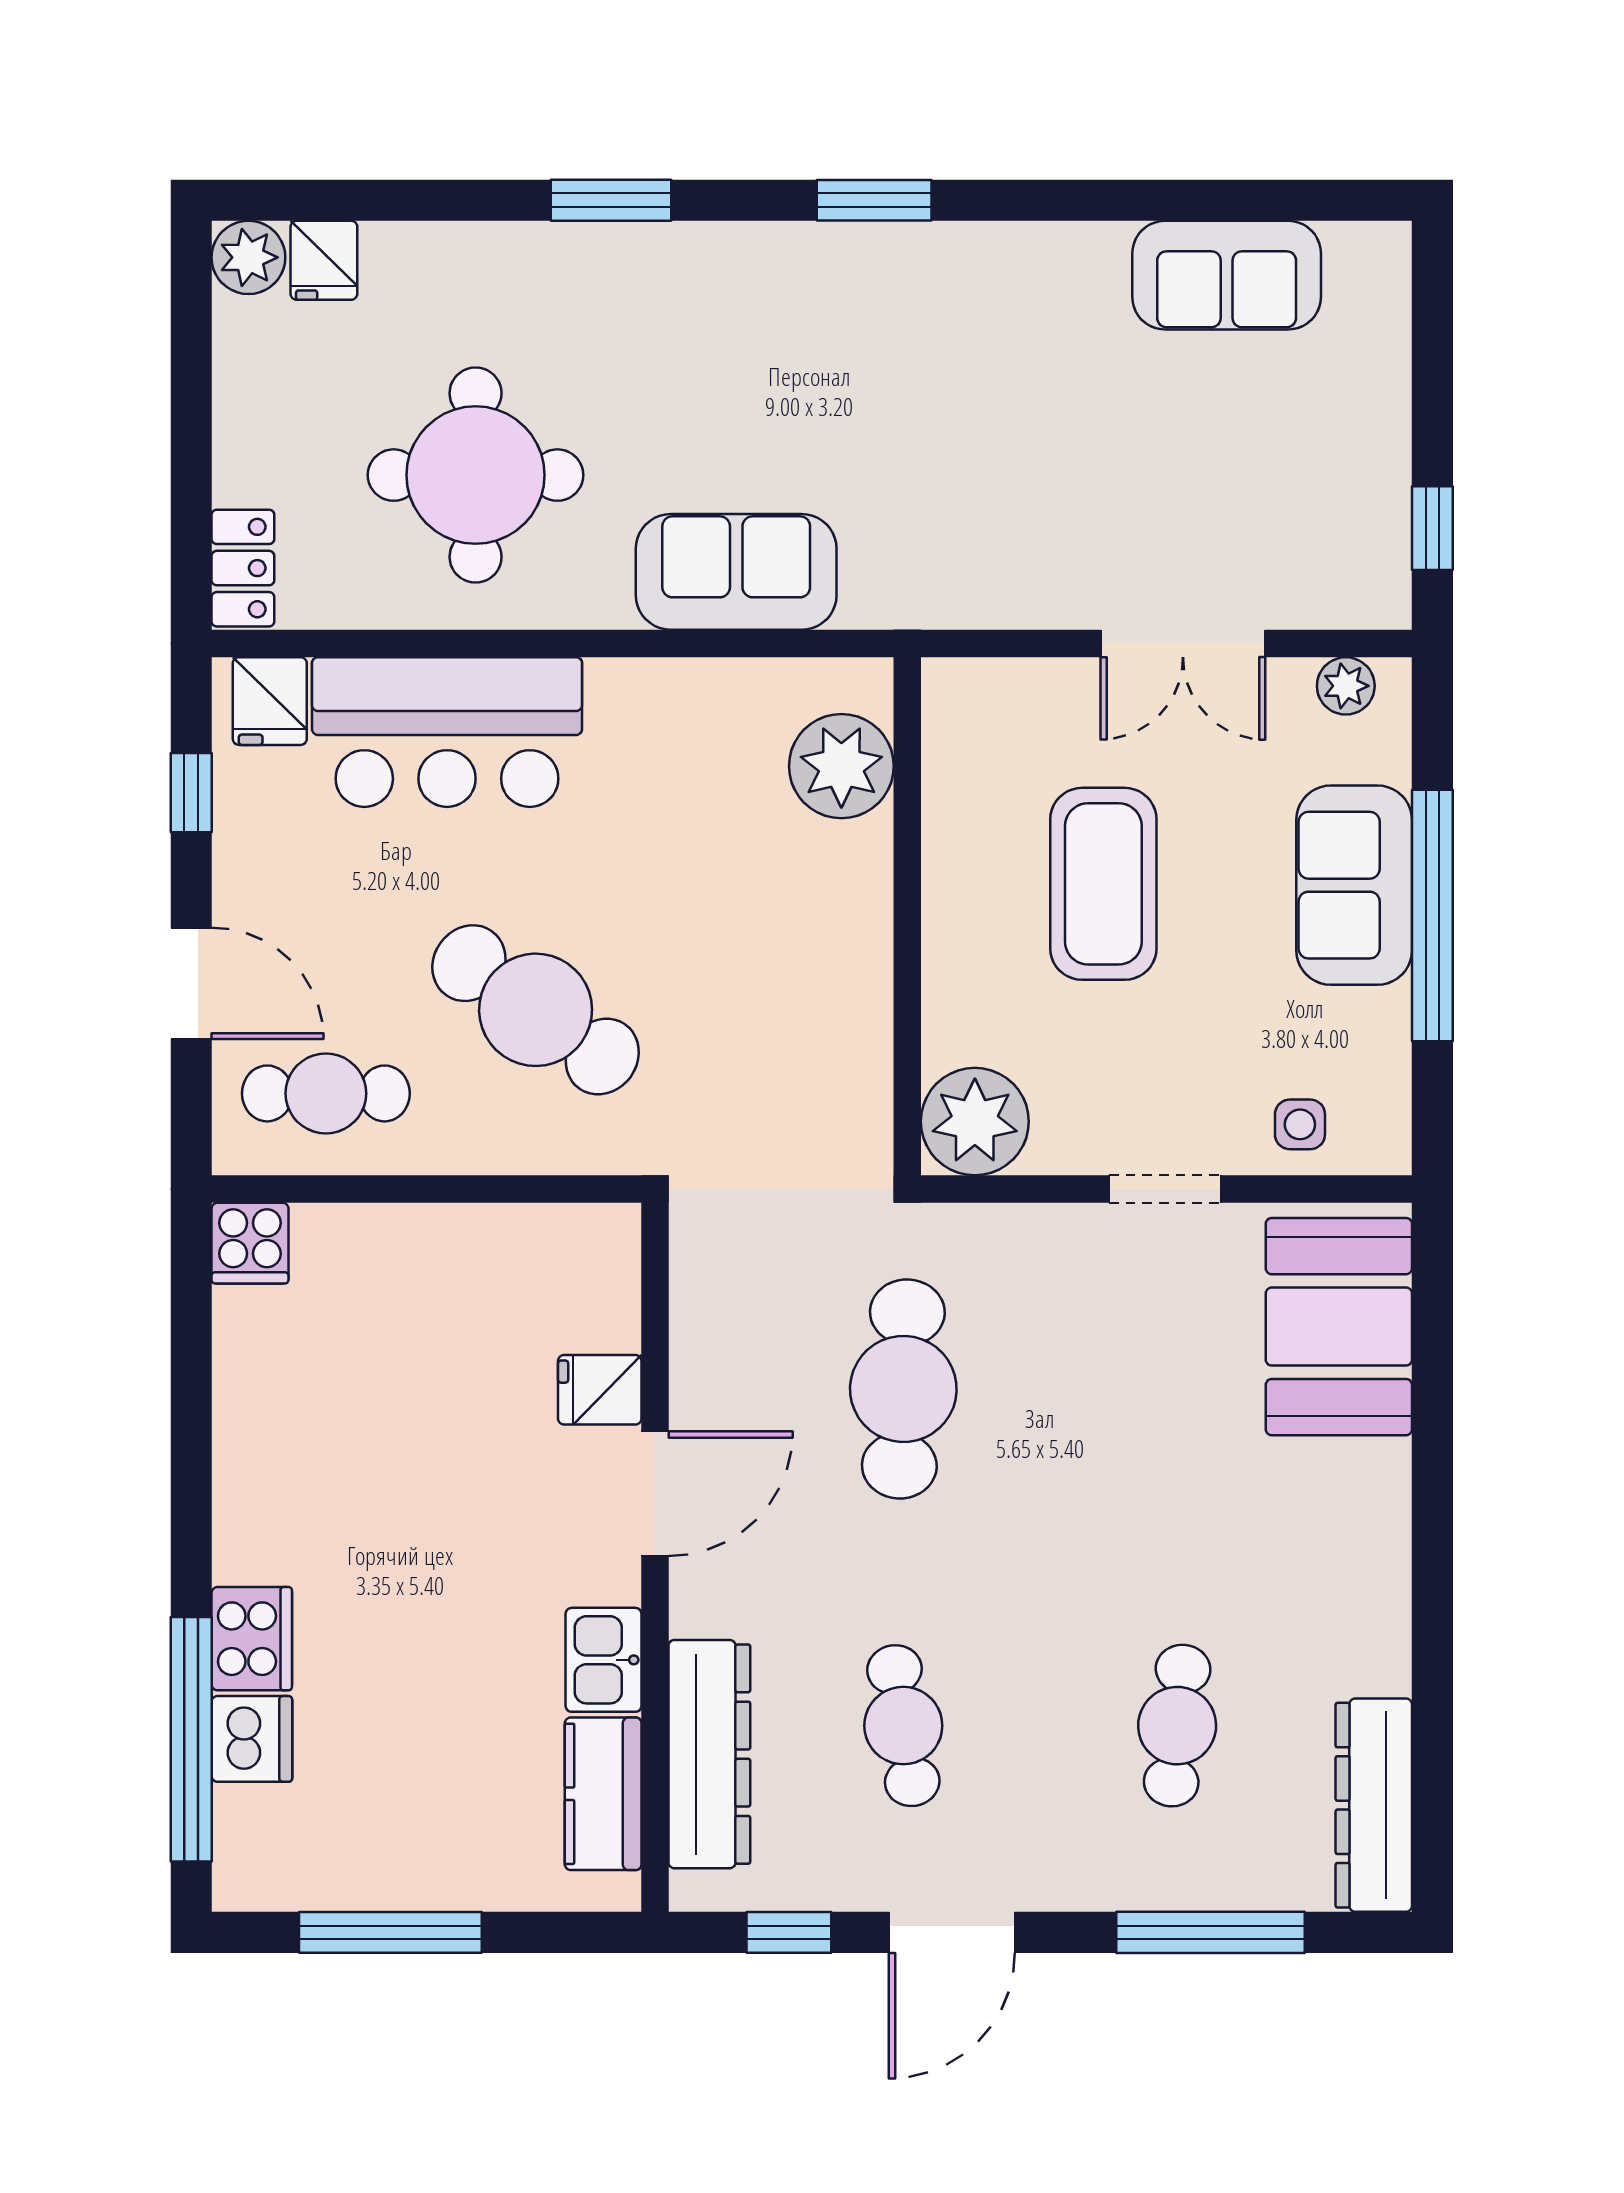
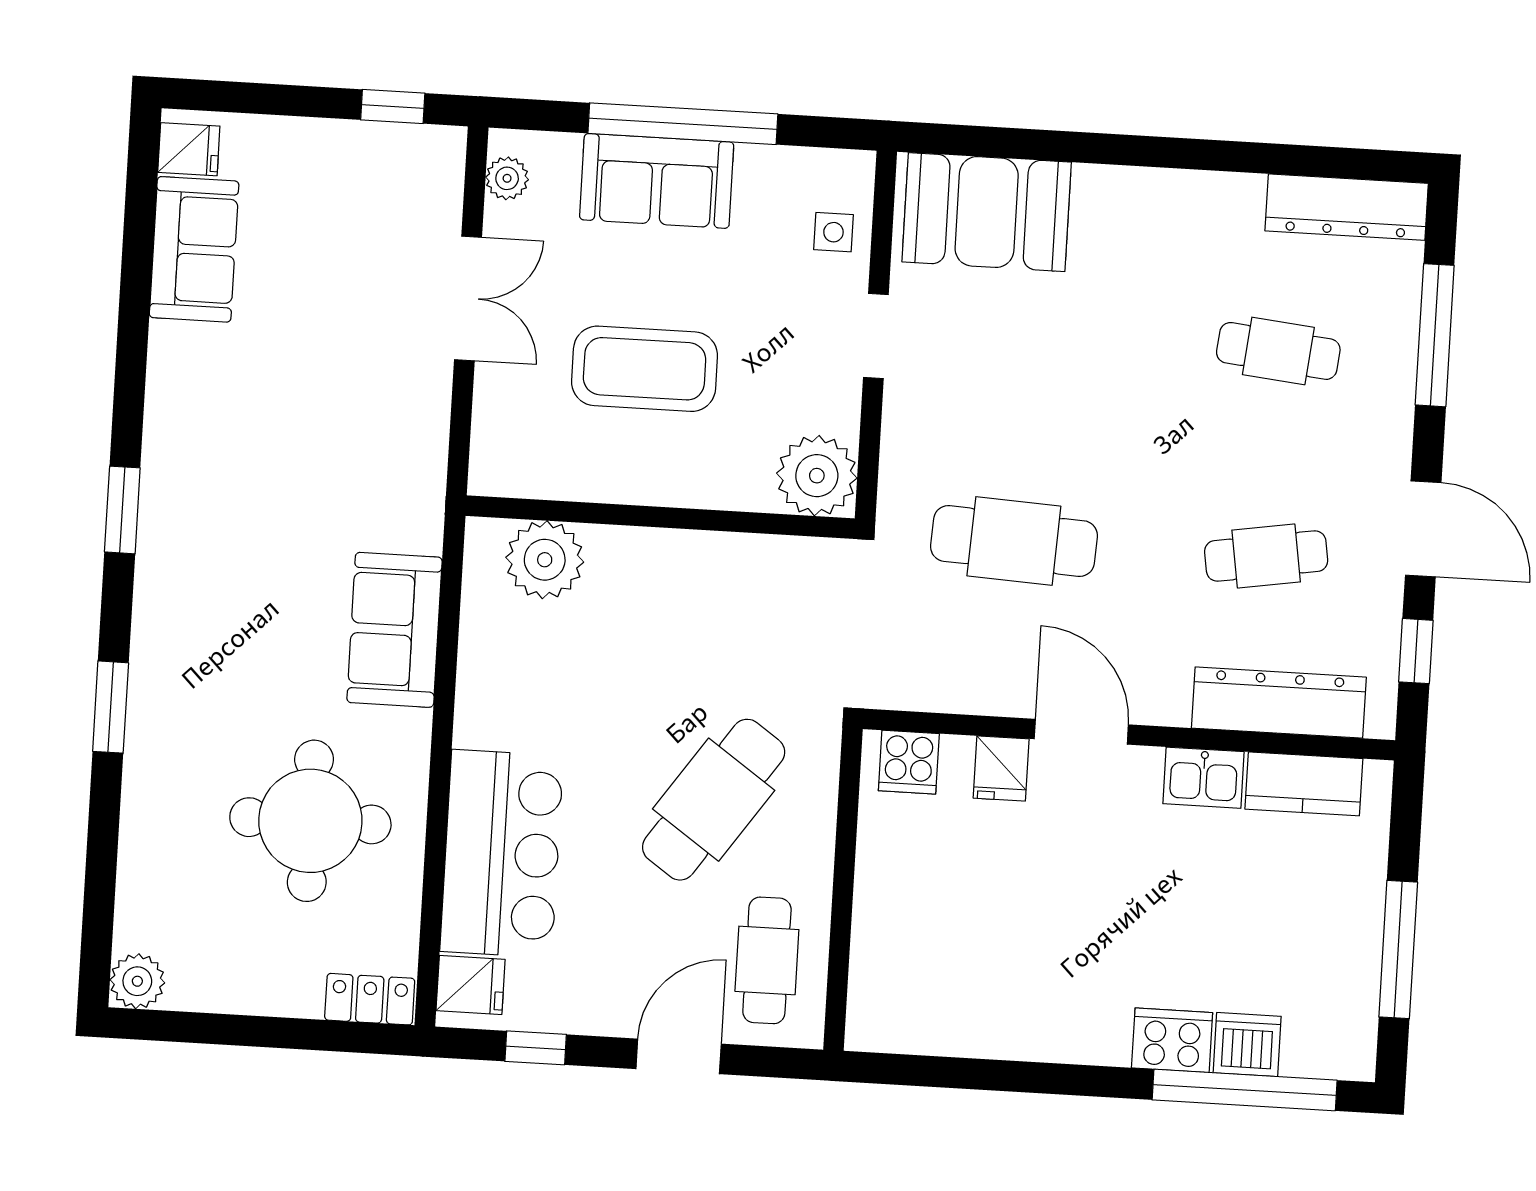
fridge: (324, 260) -> (189, 149), moved
cooker: (250, 1243) -> (909, 762), moved, turned 90

